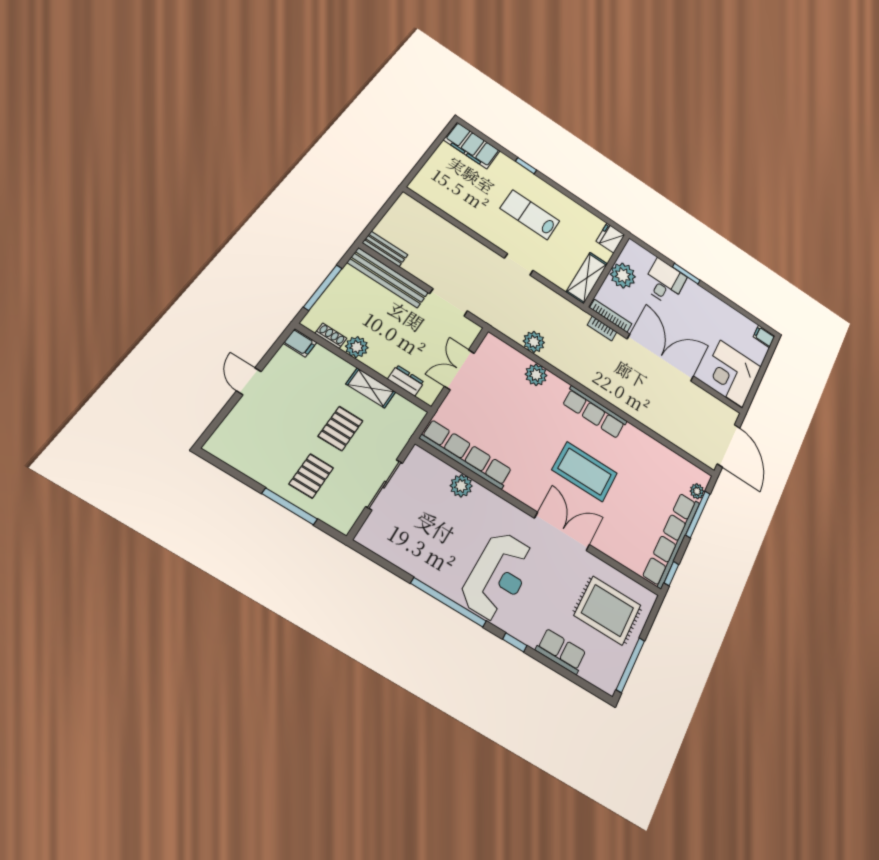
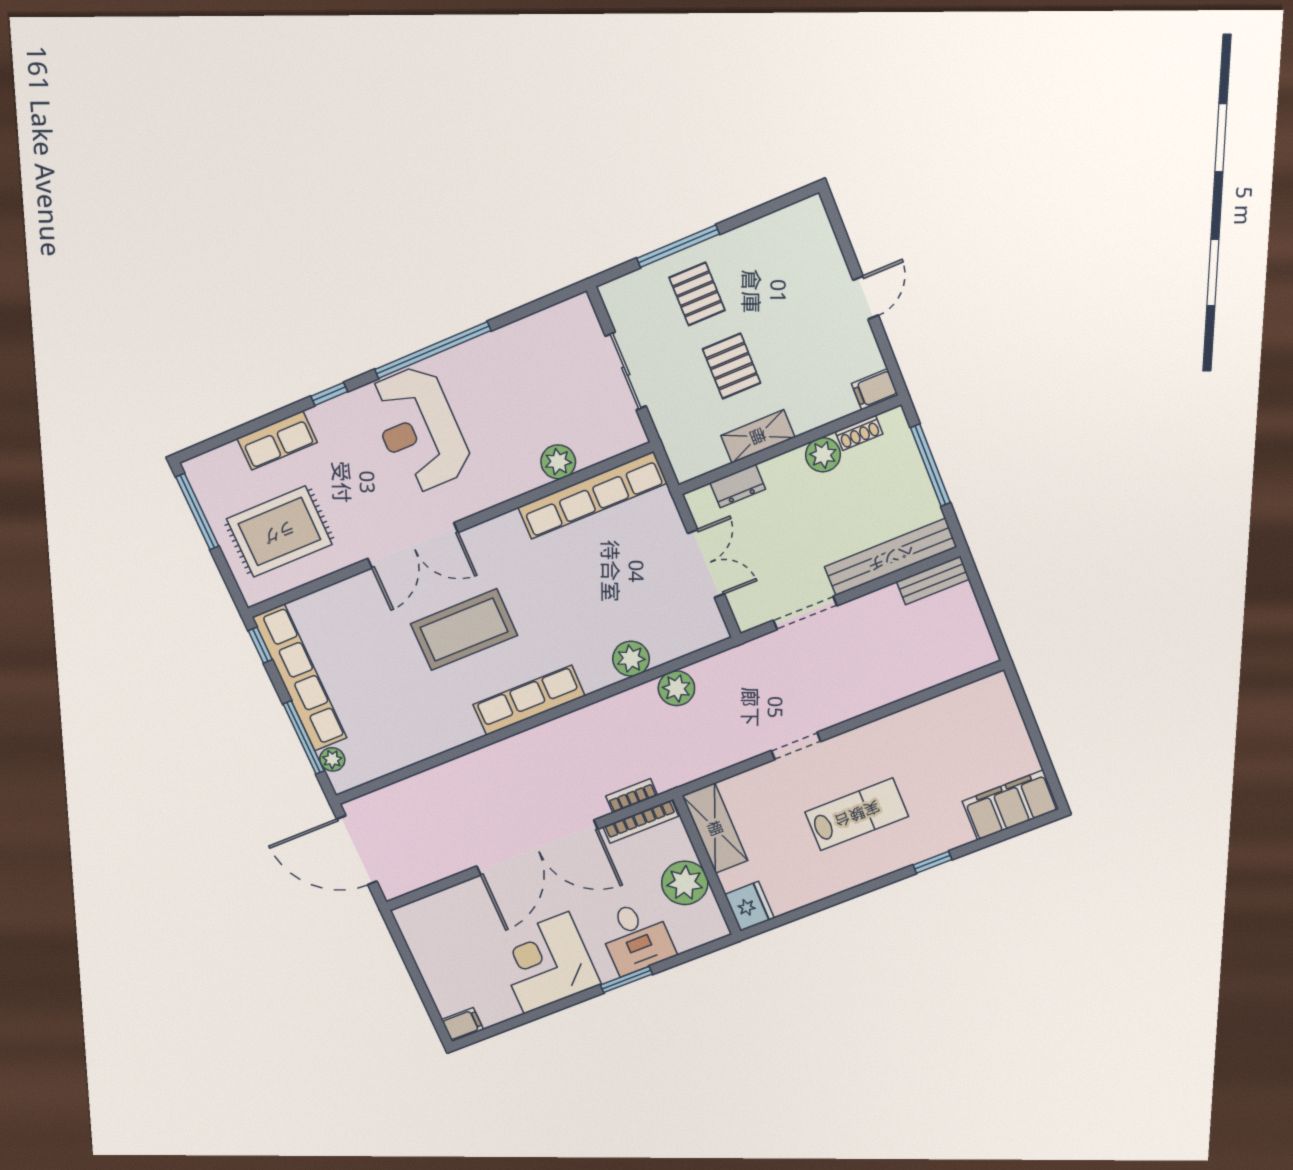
corner desk: (731, 374) -> (546, 963), moved, turned -90
door: (249, 381) -> (866, 298), hinge flipped

